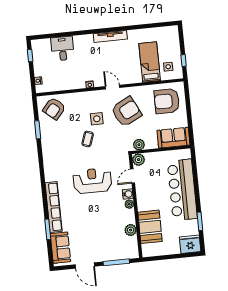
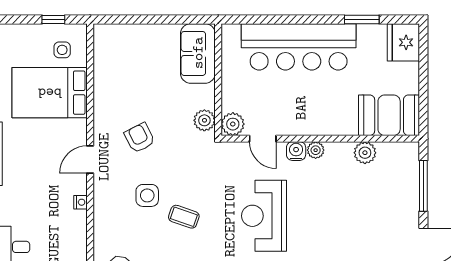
bed: (150, 62) -> (50, 93), width x1.50
armchair: (167, 101) -> (127, 59), removed
armchair: (126, 112) -> (140, 138), width x0.53, depth x0.53
booth: (150, 227) -> (389, 115), moved

